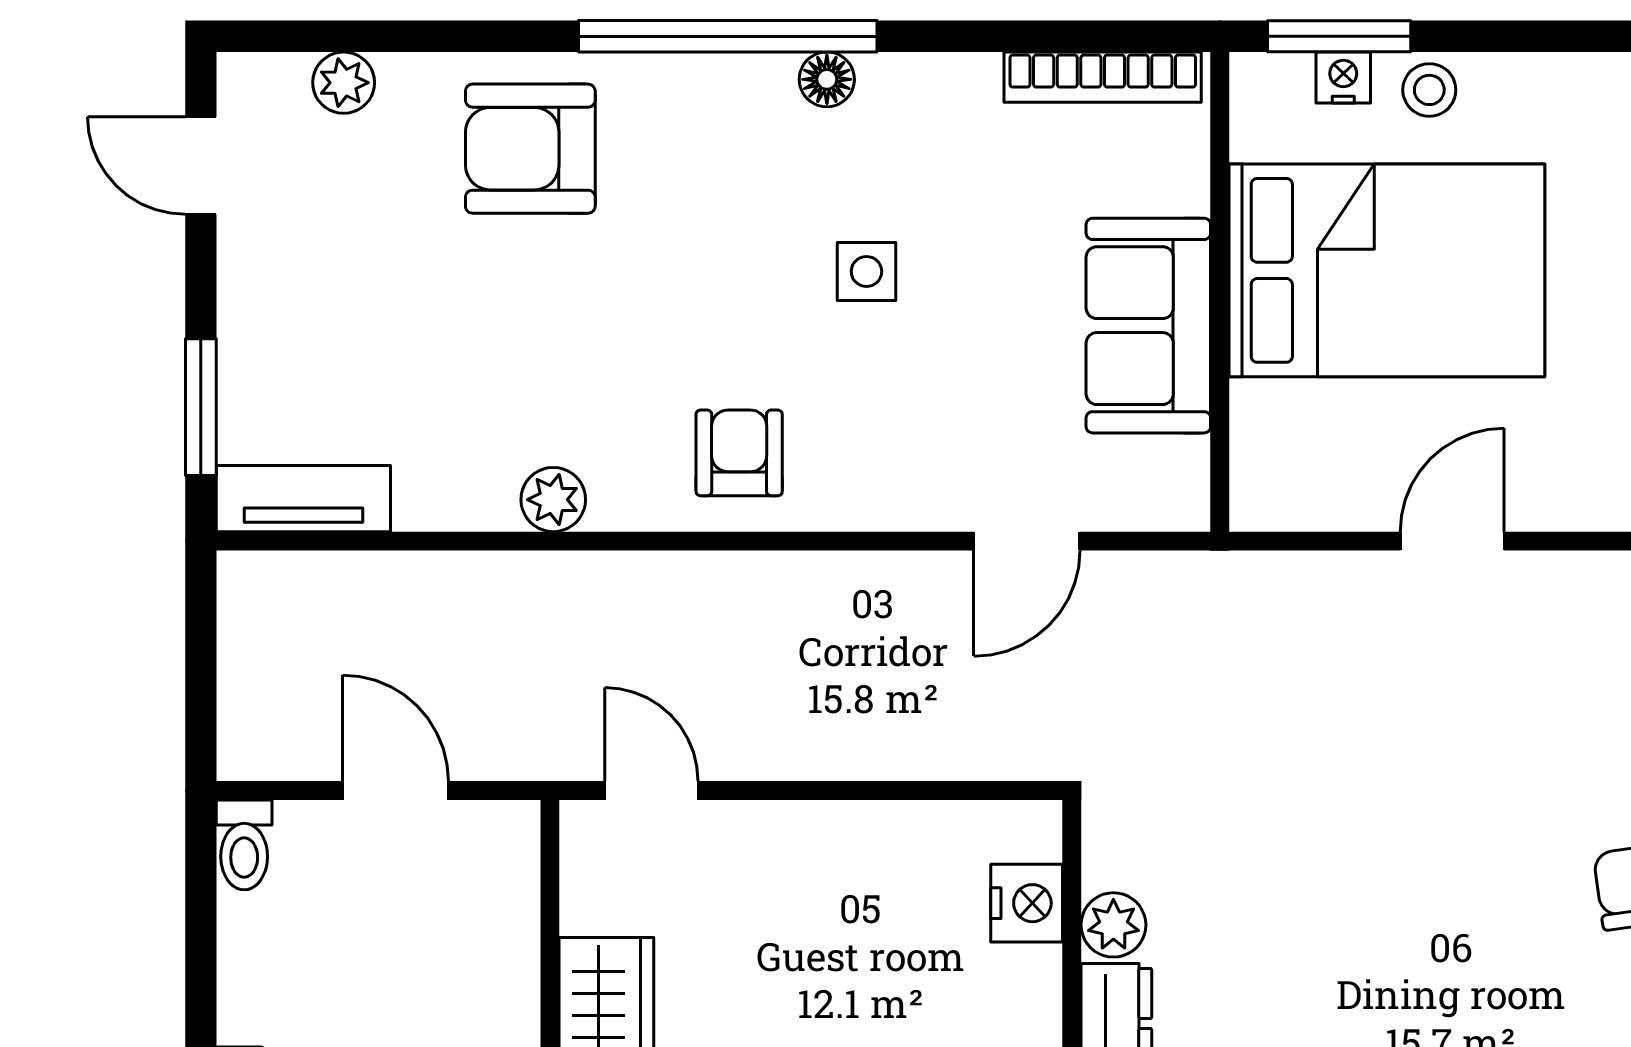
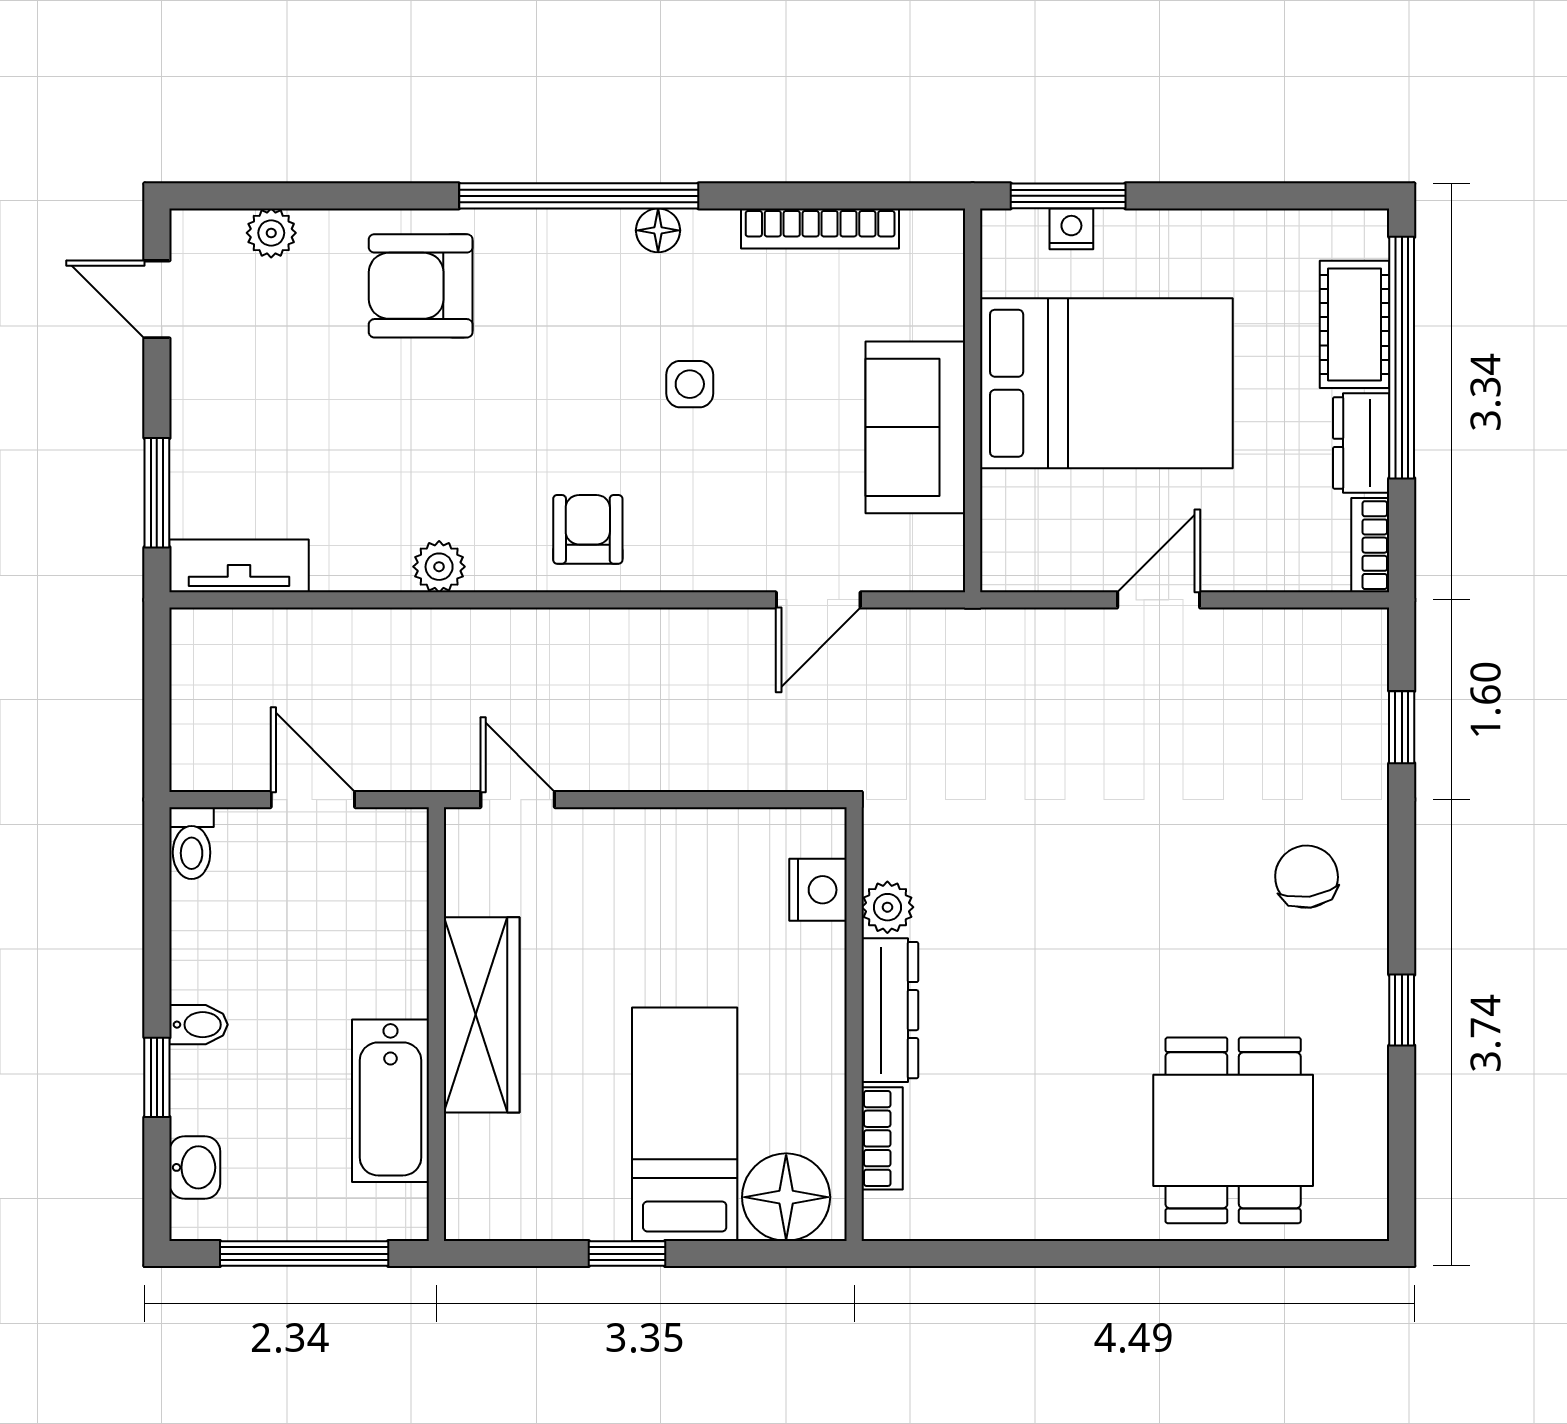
bookcase: (1103, 77) -> (820, 229), moved
stool: (1429, 90) -> (1140, 239), removed

